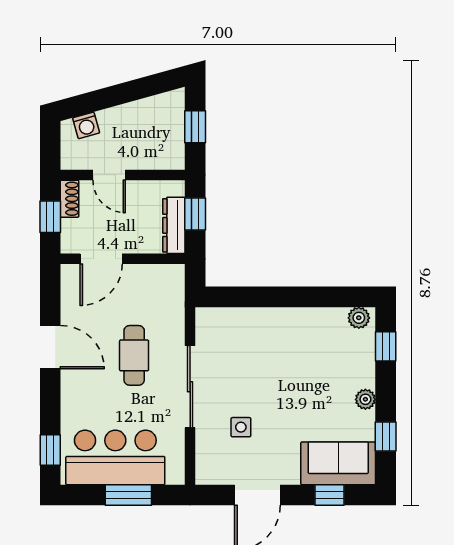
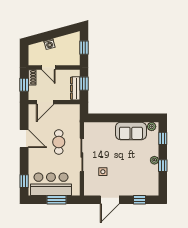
washing machine: (86, 125) -> (49, 44), moved
window: (386, 436) -> (163, 166), moved
sofa: (338, 463) -> (131, 131), moved, turned 180

